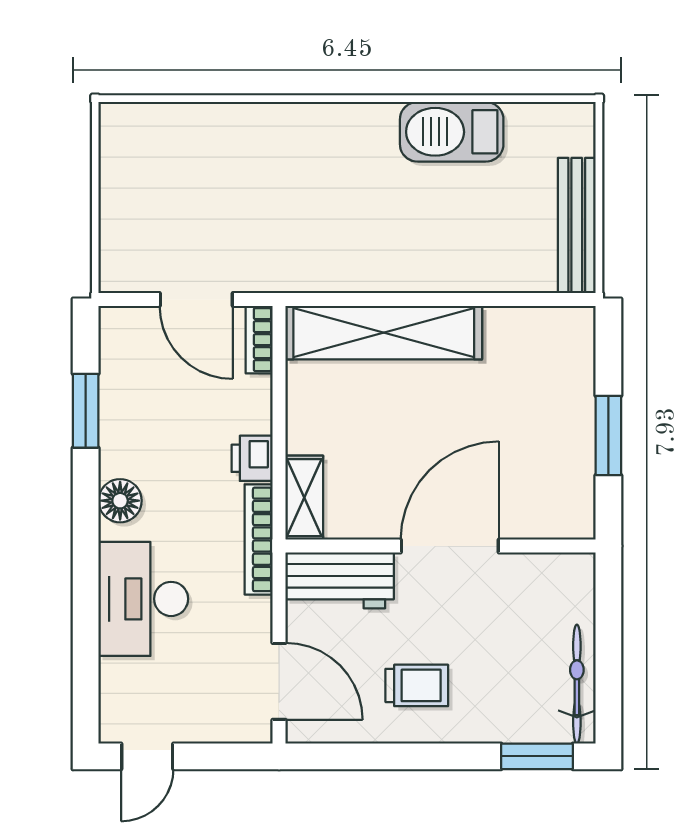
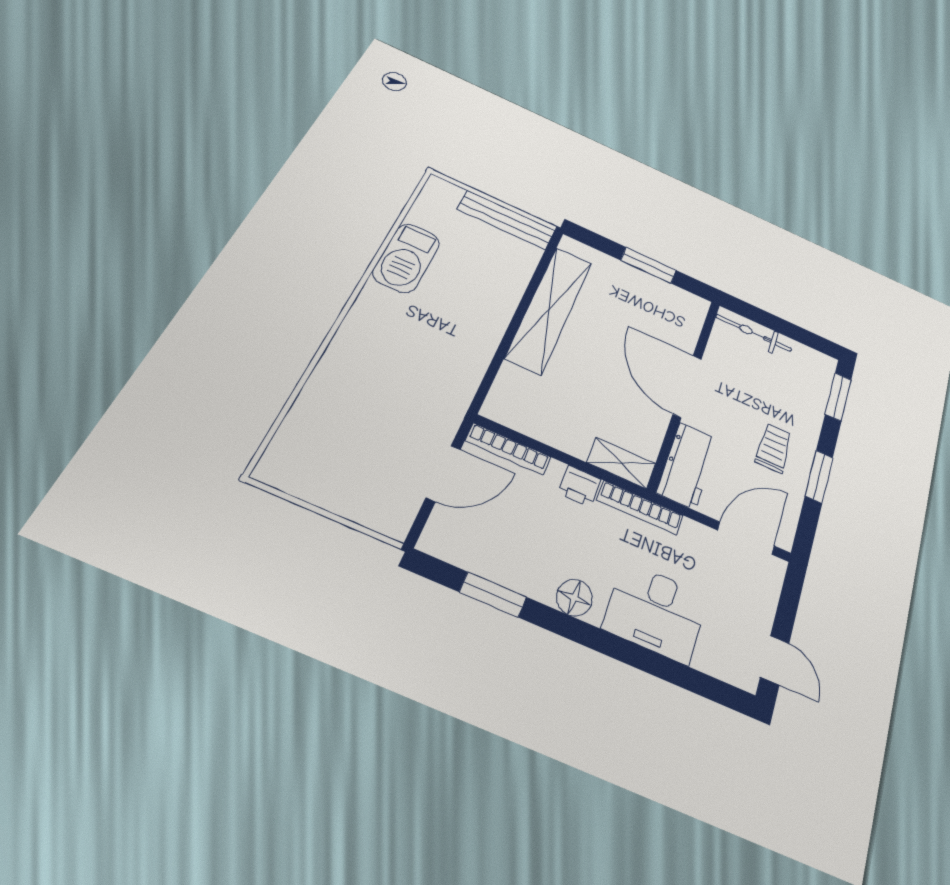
shelving: (384, 333) -> (549, 309), moved
bookcase: (259, 340) -> (508, 449), width x1.56
bicycle: (577, 684) -> (754, 333), moved
window: (405, 756) -> (819, 477), added

